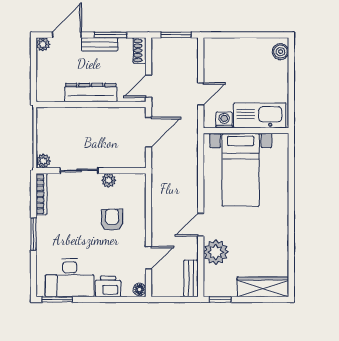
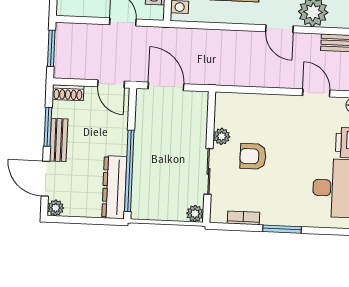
dresser: (91, 93) -> (114, 187), moved
window: (77, 105) -> (129, 171), added
bookcase: (41, 194) -> (243, 218), width x0.64
armchair: (112, 220) -> (253, 156), moved

